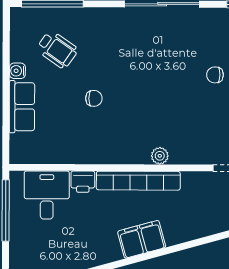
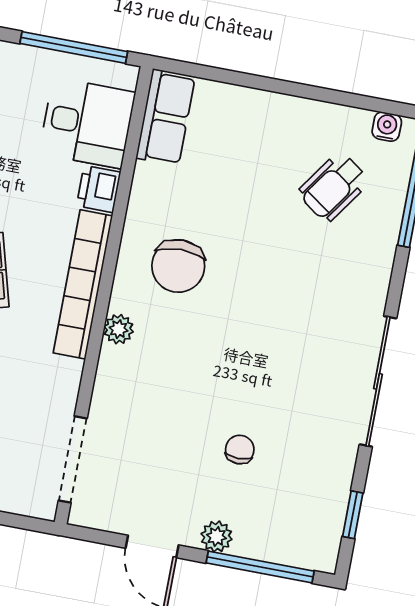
water cooler: (17, 71) -> (387, 127), moved
chair: (94, 98) -> (178, 266), moved, width x1.87, depth x1.87
row of seats: (22, 107) -> (166, 117), moved, turned -90

